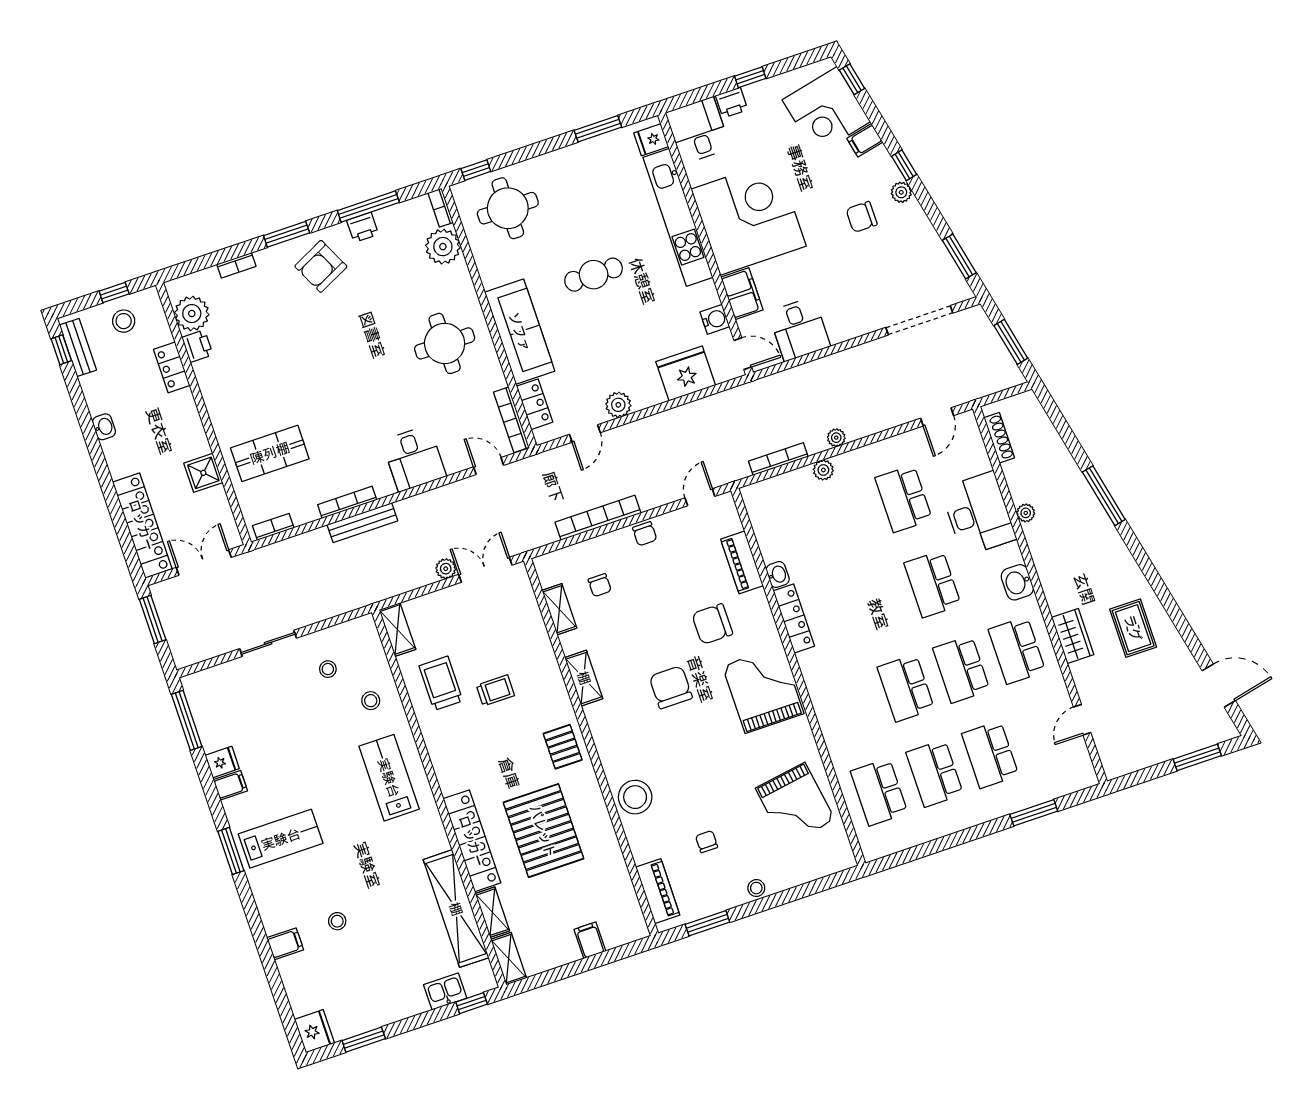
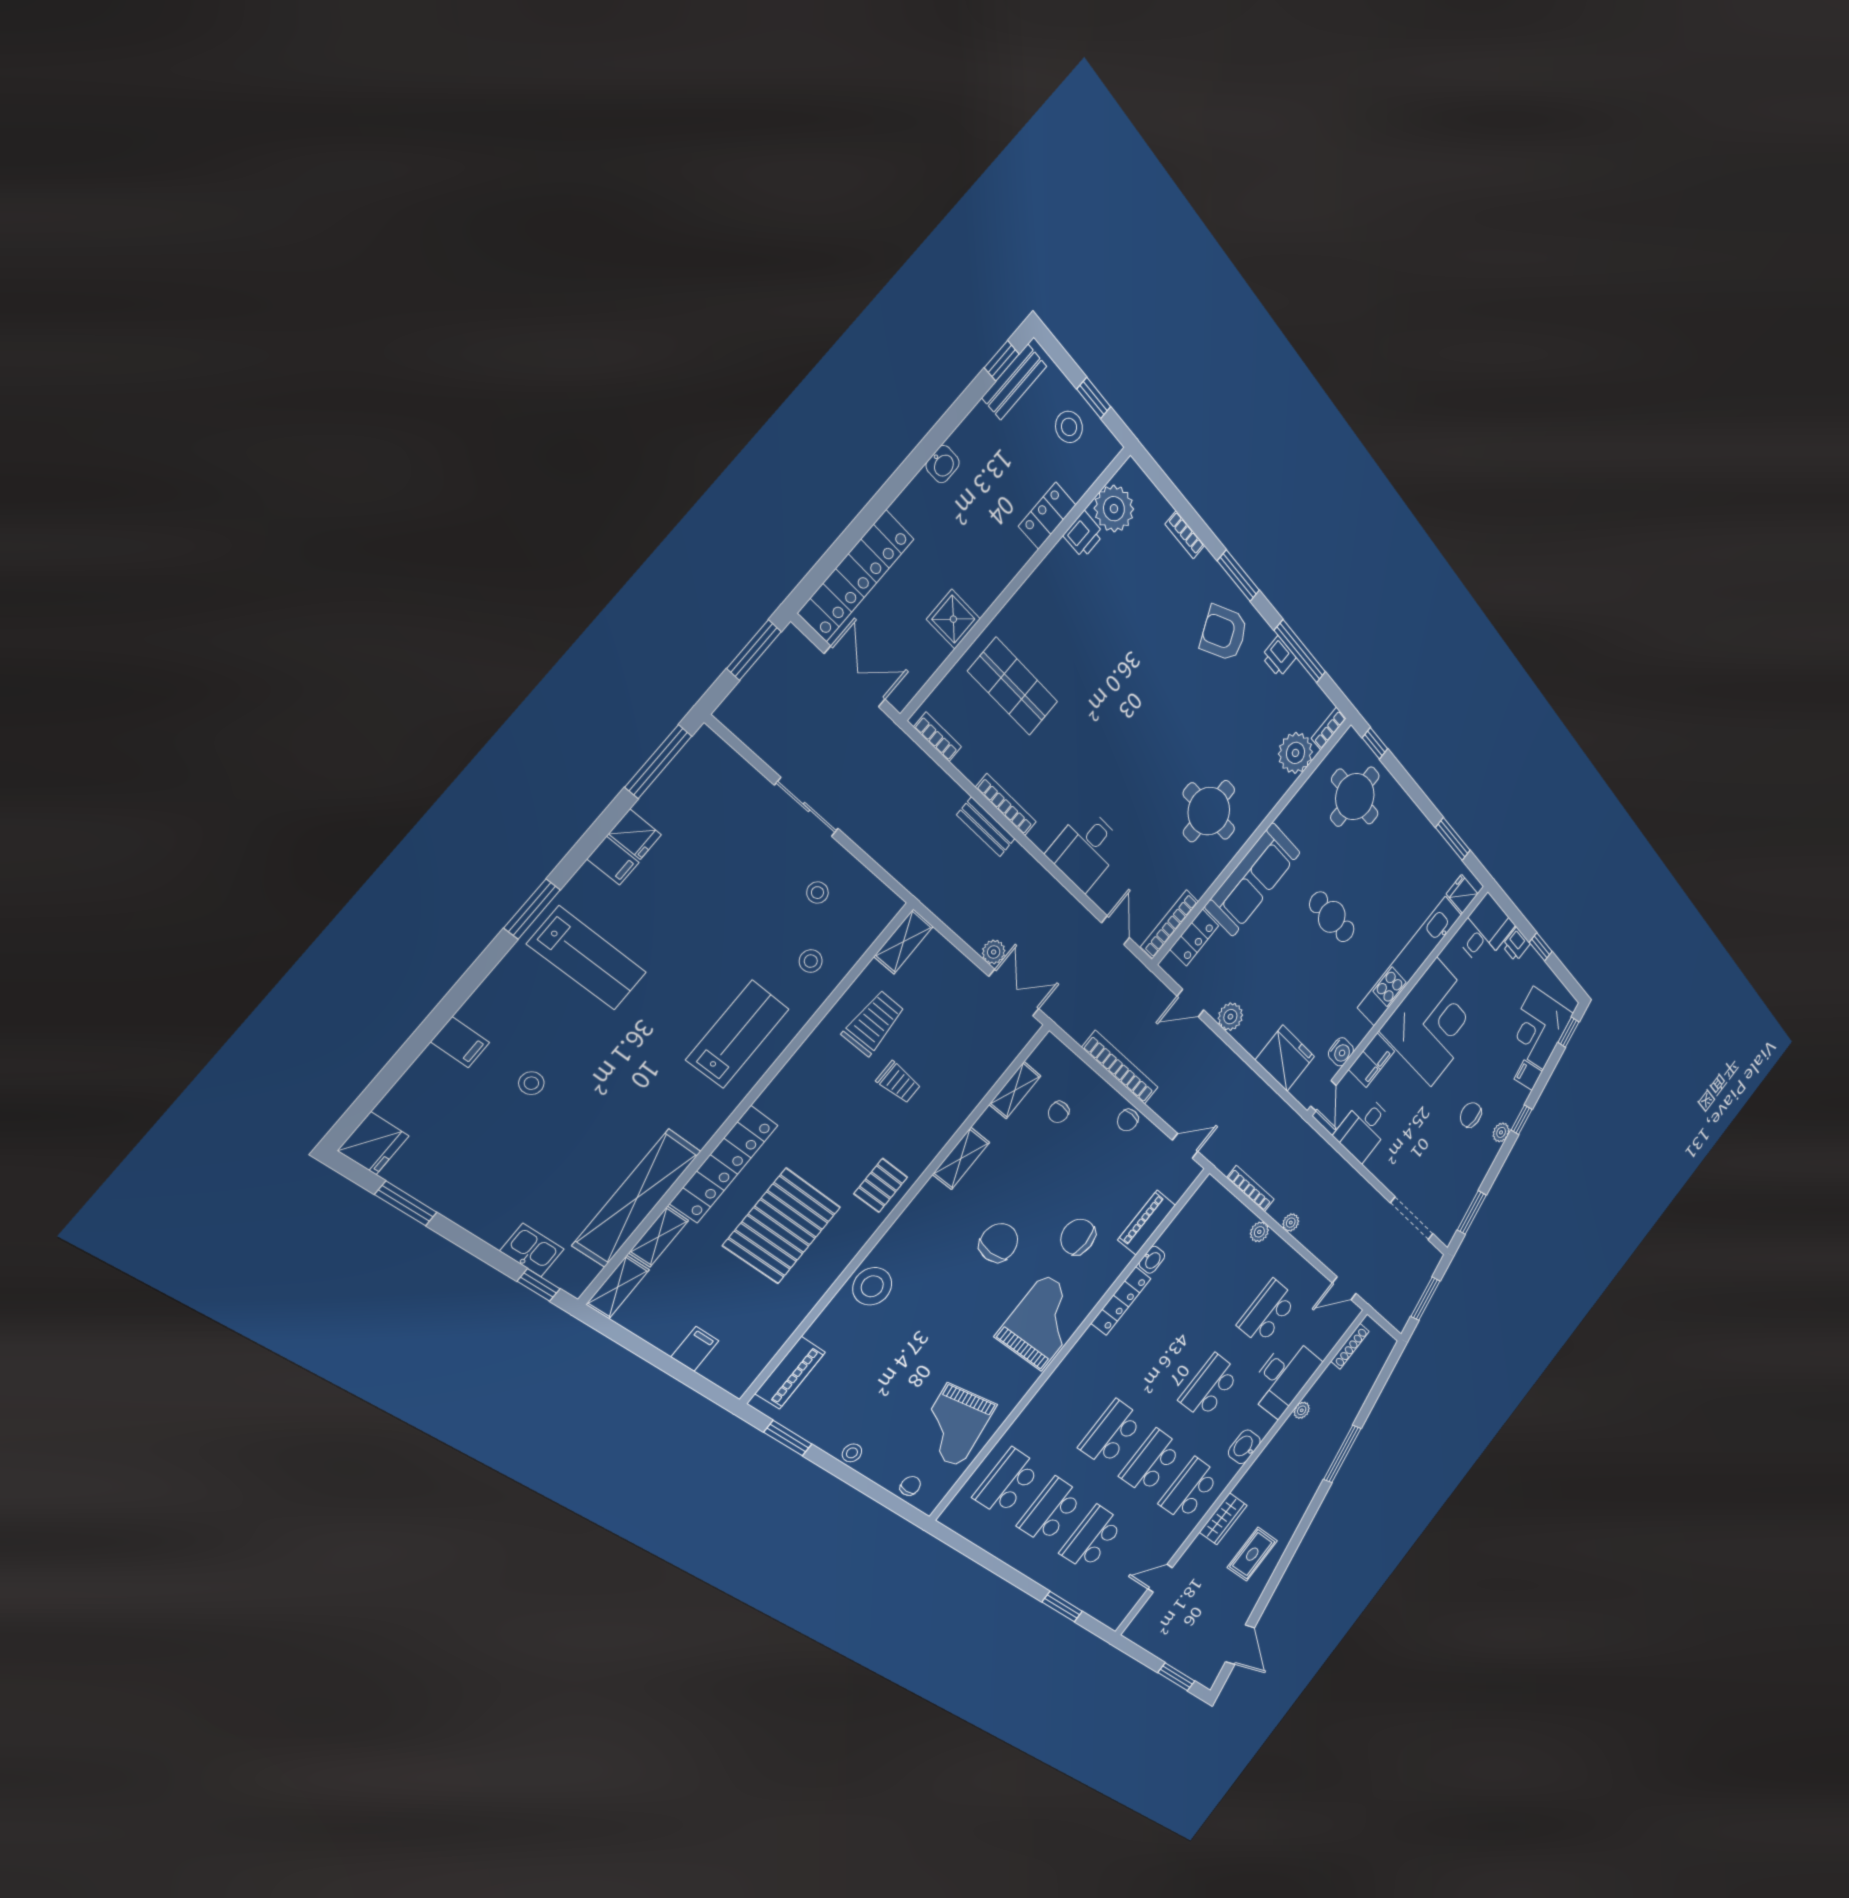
bench: (362, 523) -> (986, 827), width x0.73
chair: (707, 842) -> (910, 1486), moved

